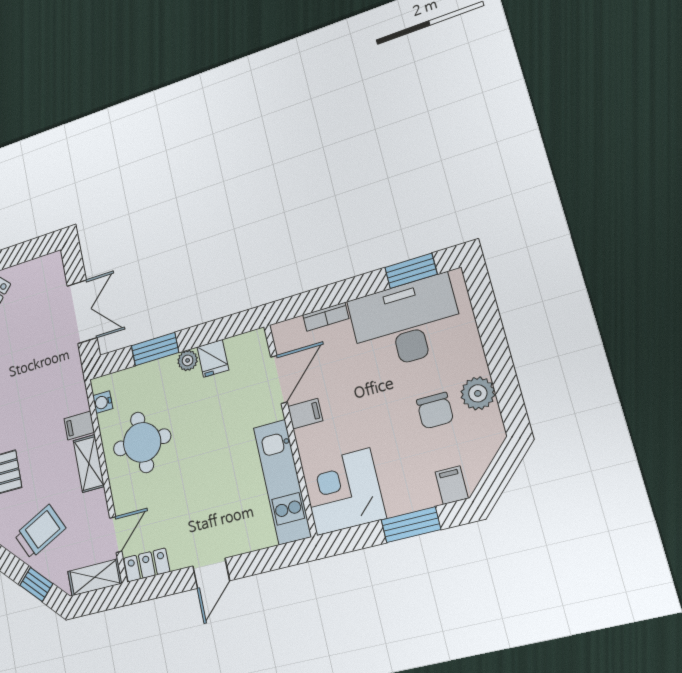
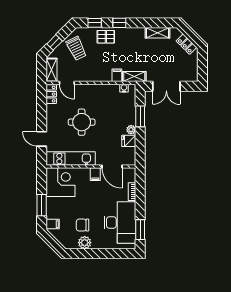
round table: (142, 442) -> (82, 122), moved
shelving: (89, 463) -> (134, 77), moved
door: (211, 573) -> (42, 139), moved

